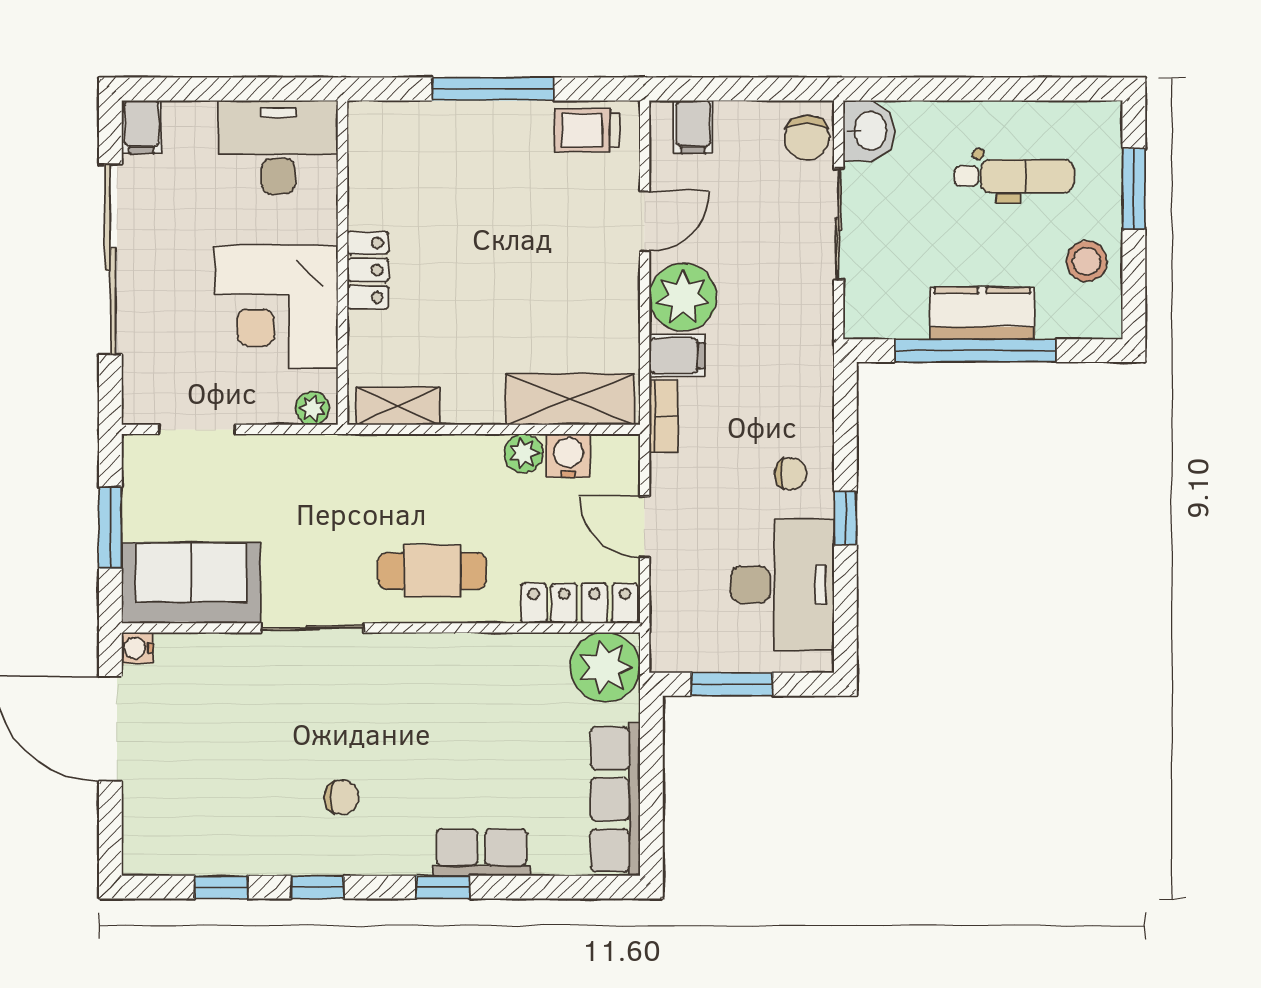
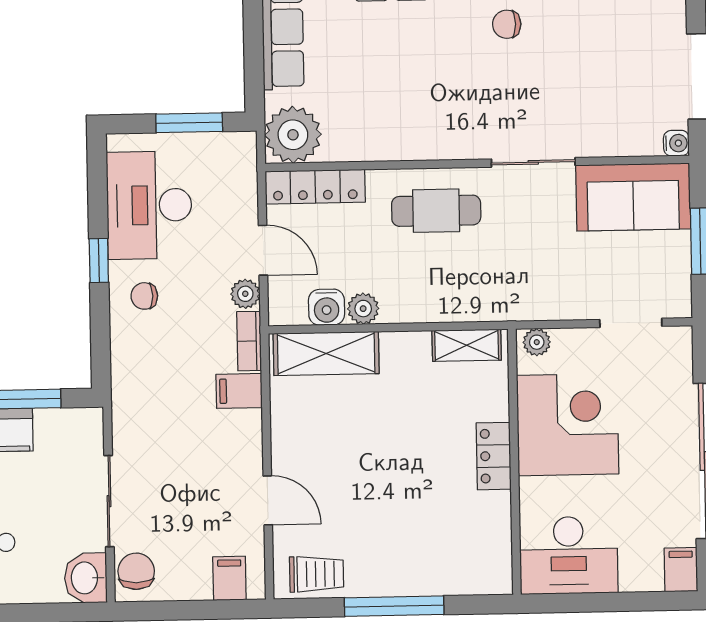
door: (645, 221) -> (268, 500), swing flipped
plant: (683, 297) -> (245, 294), moved, width x0.53, depth x0.53

